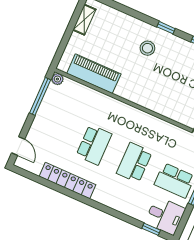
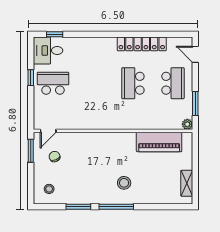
window: (166, 28) -> (116, 207), width x2.17
window: (40, 96) -> (195, 104), width x0.69
school desk: (134, 163) -> (173, 83), moved

